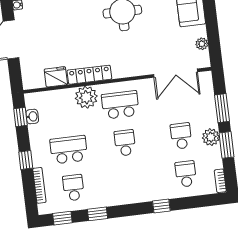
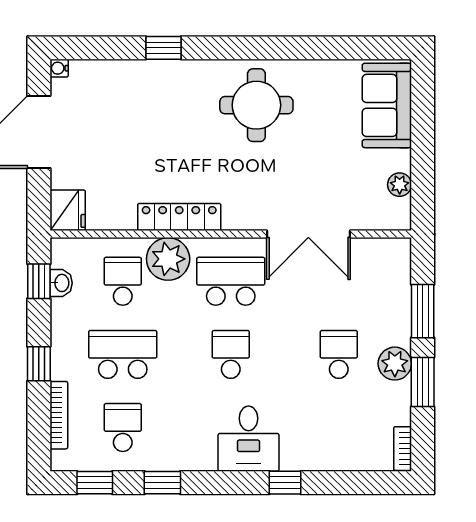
double door: (176, 73) -> (308, 234), moved
fridge: (56, 77) -> (68, 210), moved, turned 90
school desk: (186, 174) -> (123, 281), moved
desk: (140, 185) -> (249, 439), added

